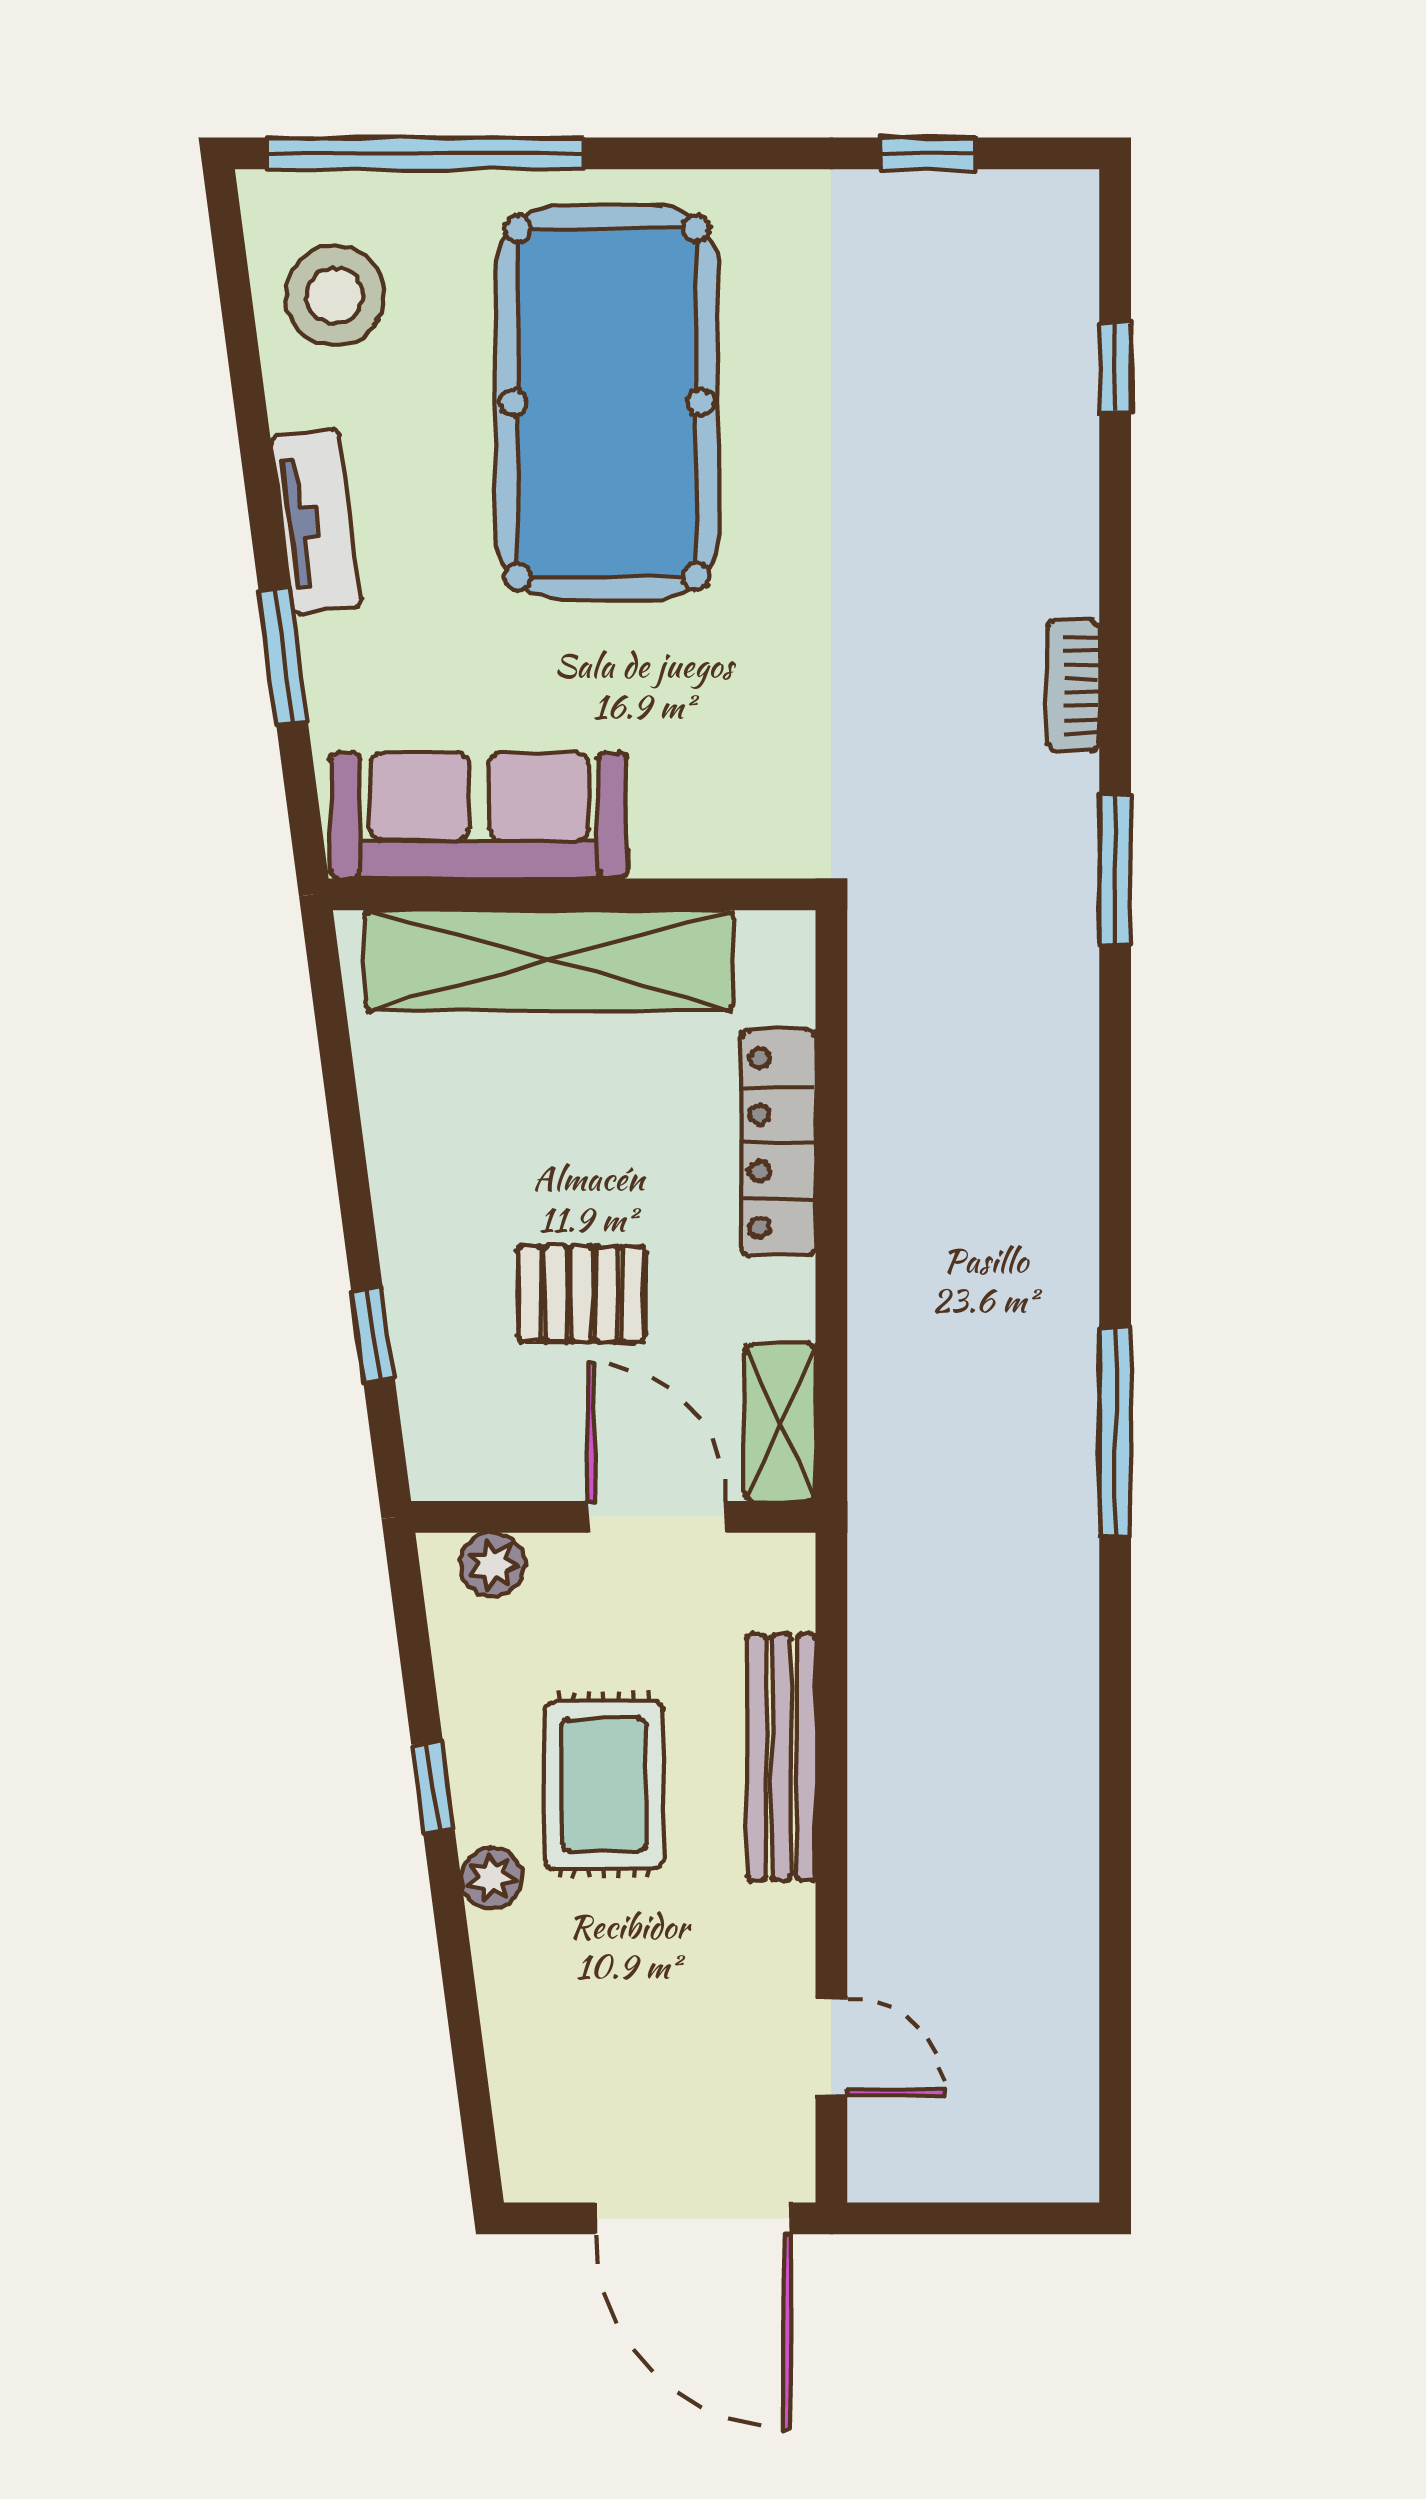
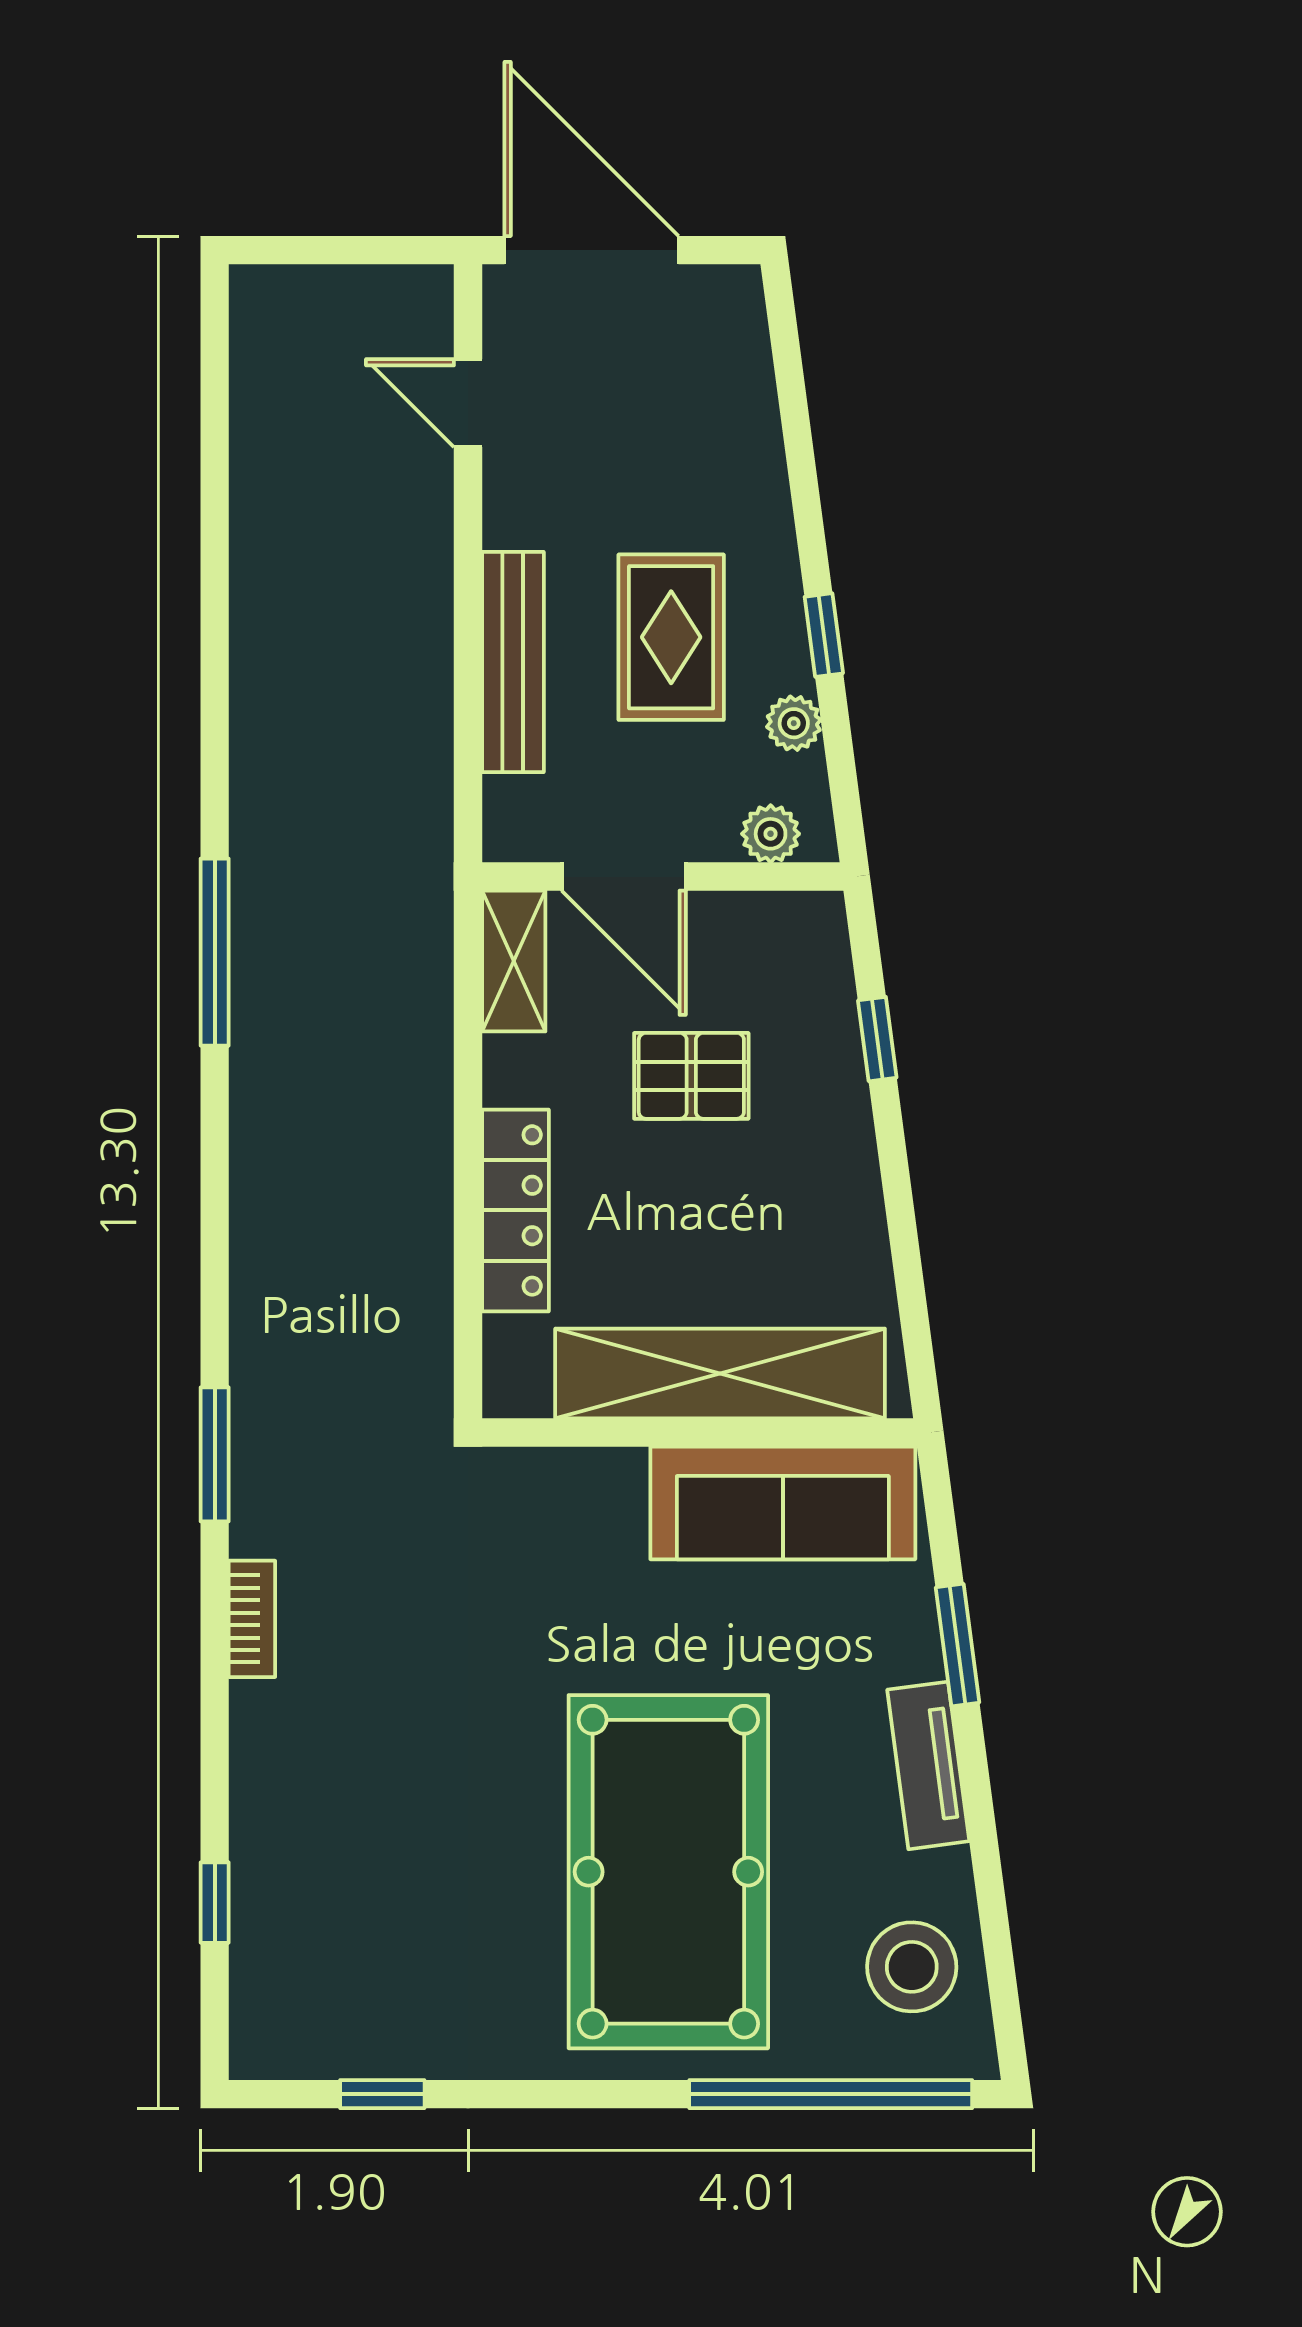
plant: (492, 1878) -> (794, 723), moved

